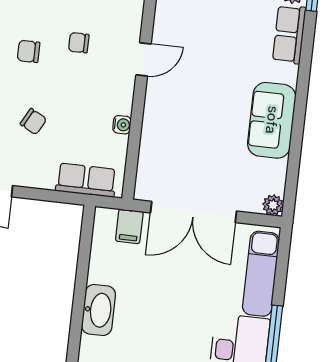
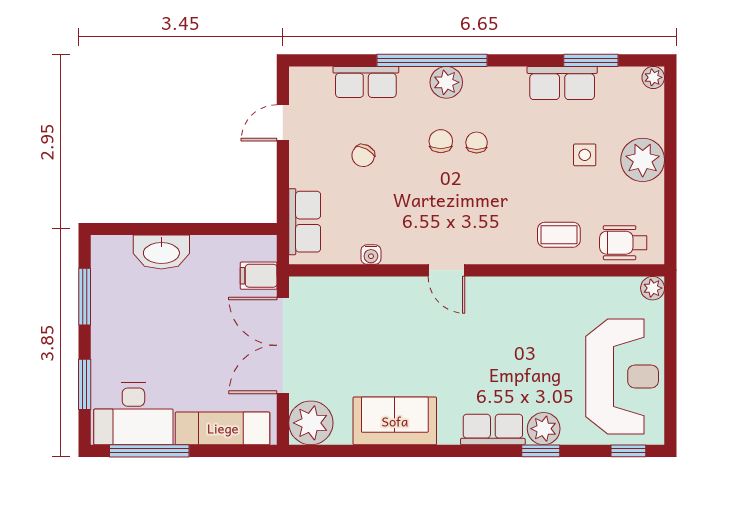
chair: (79, 43) -> (477, 143), moved
plant: (273, 205) -> (311, 423), width x1.87, depth x1.87

